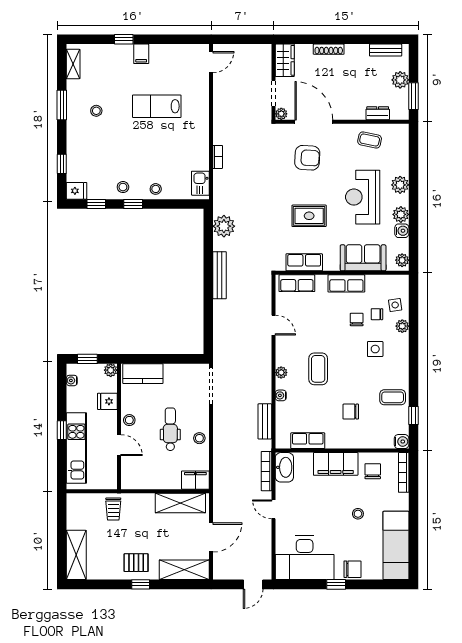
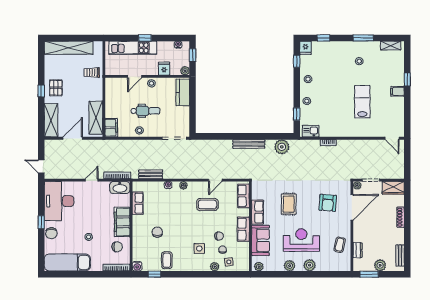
window: (133, 204) -> (297, 114), moved
water cooler: (402, 231) -> (279, 266), removed
row of seats: (304, 262) -> (257, 212), moved
coffee table: (318, 369) -> (207, 204), moved
door: (211, 537) -> (73, 138), swing flipped
shelving: (76, 555) -> (69, 48), width x1.47

